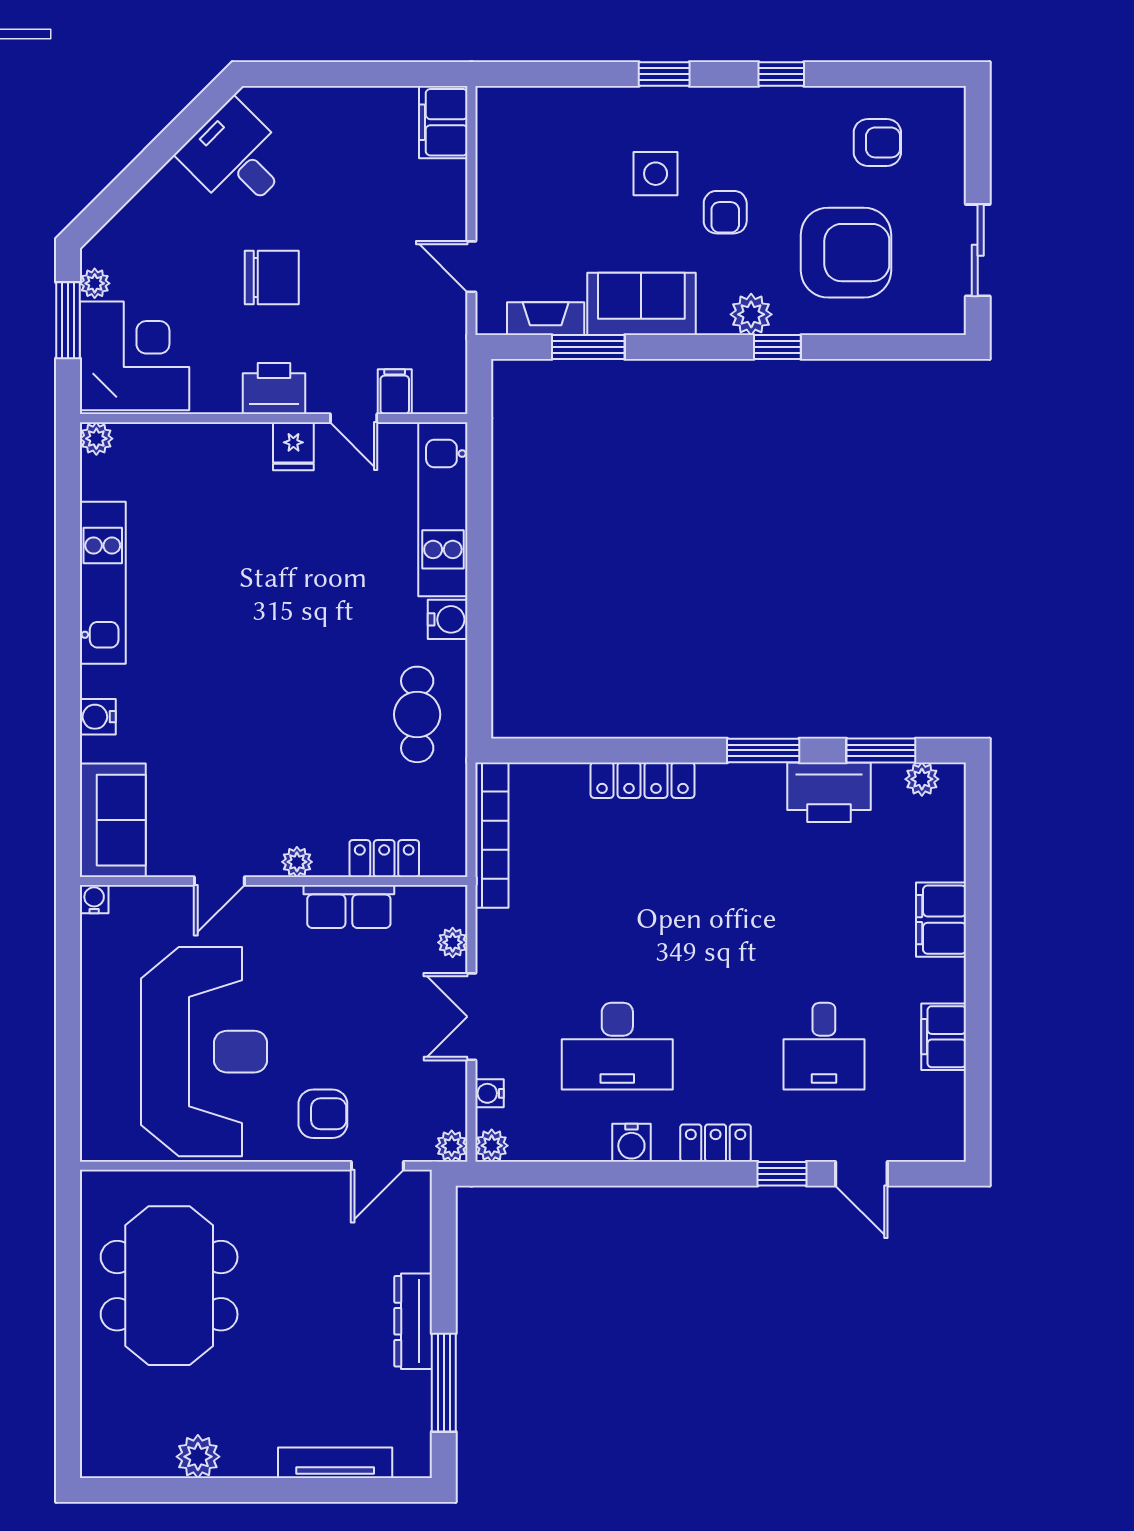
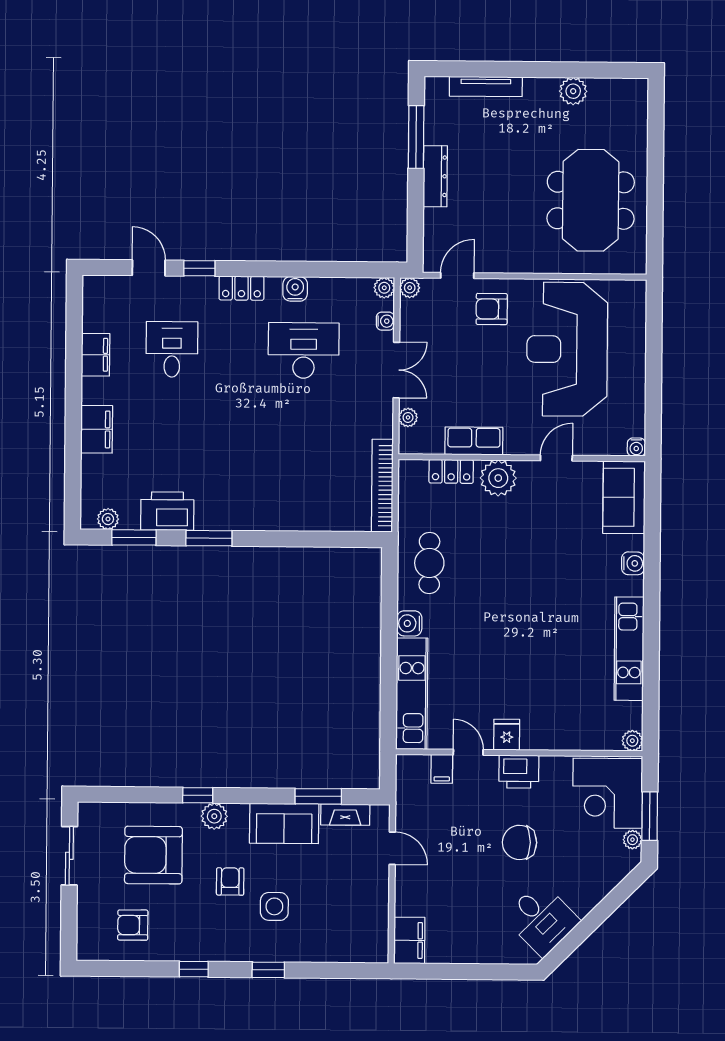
locker: (643, 780) -> (286, 520), removed
plant: (297, 862) -> (498, 478), width x1.87, depth x1.87

